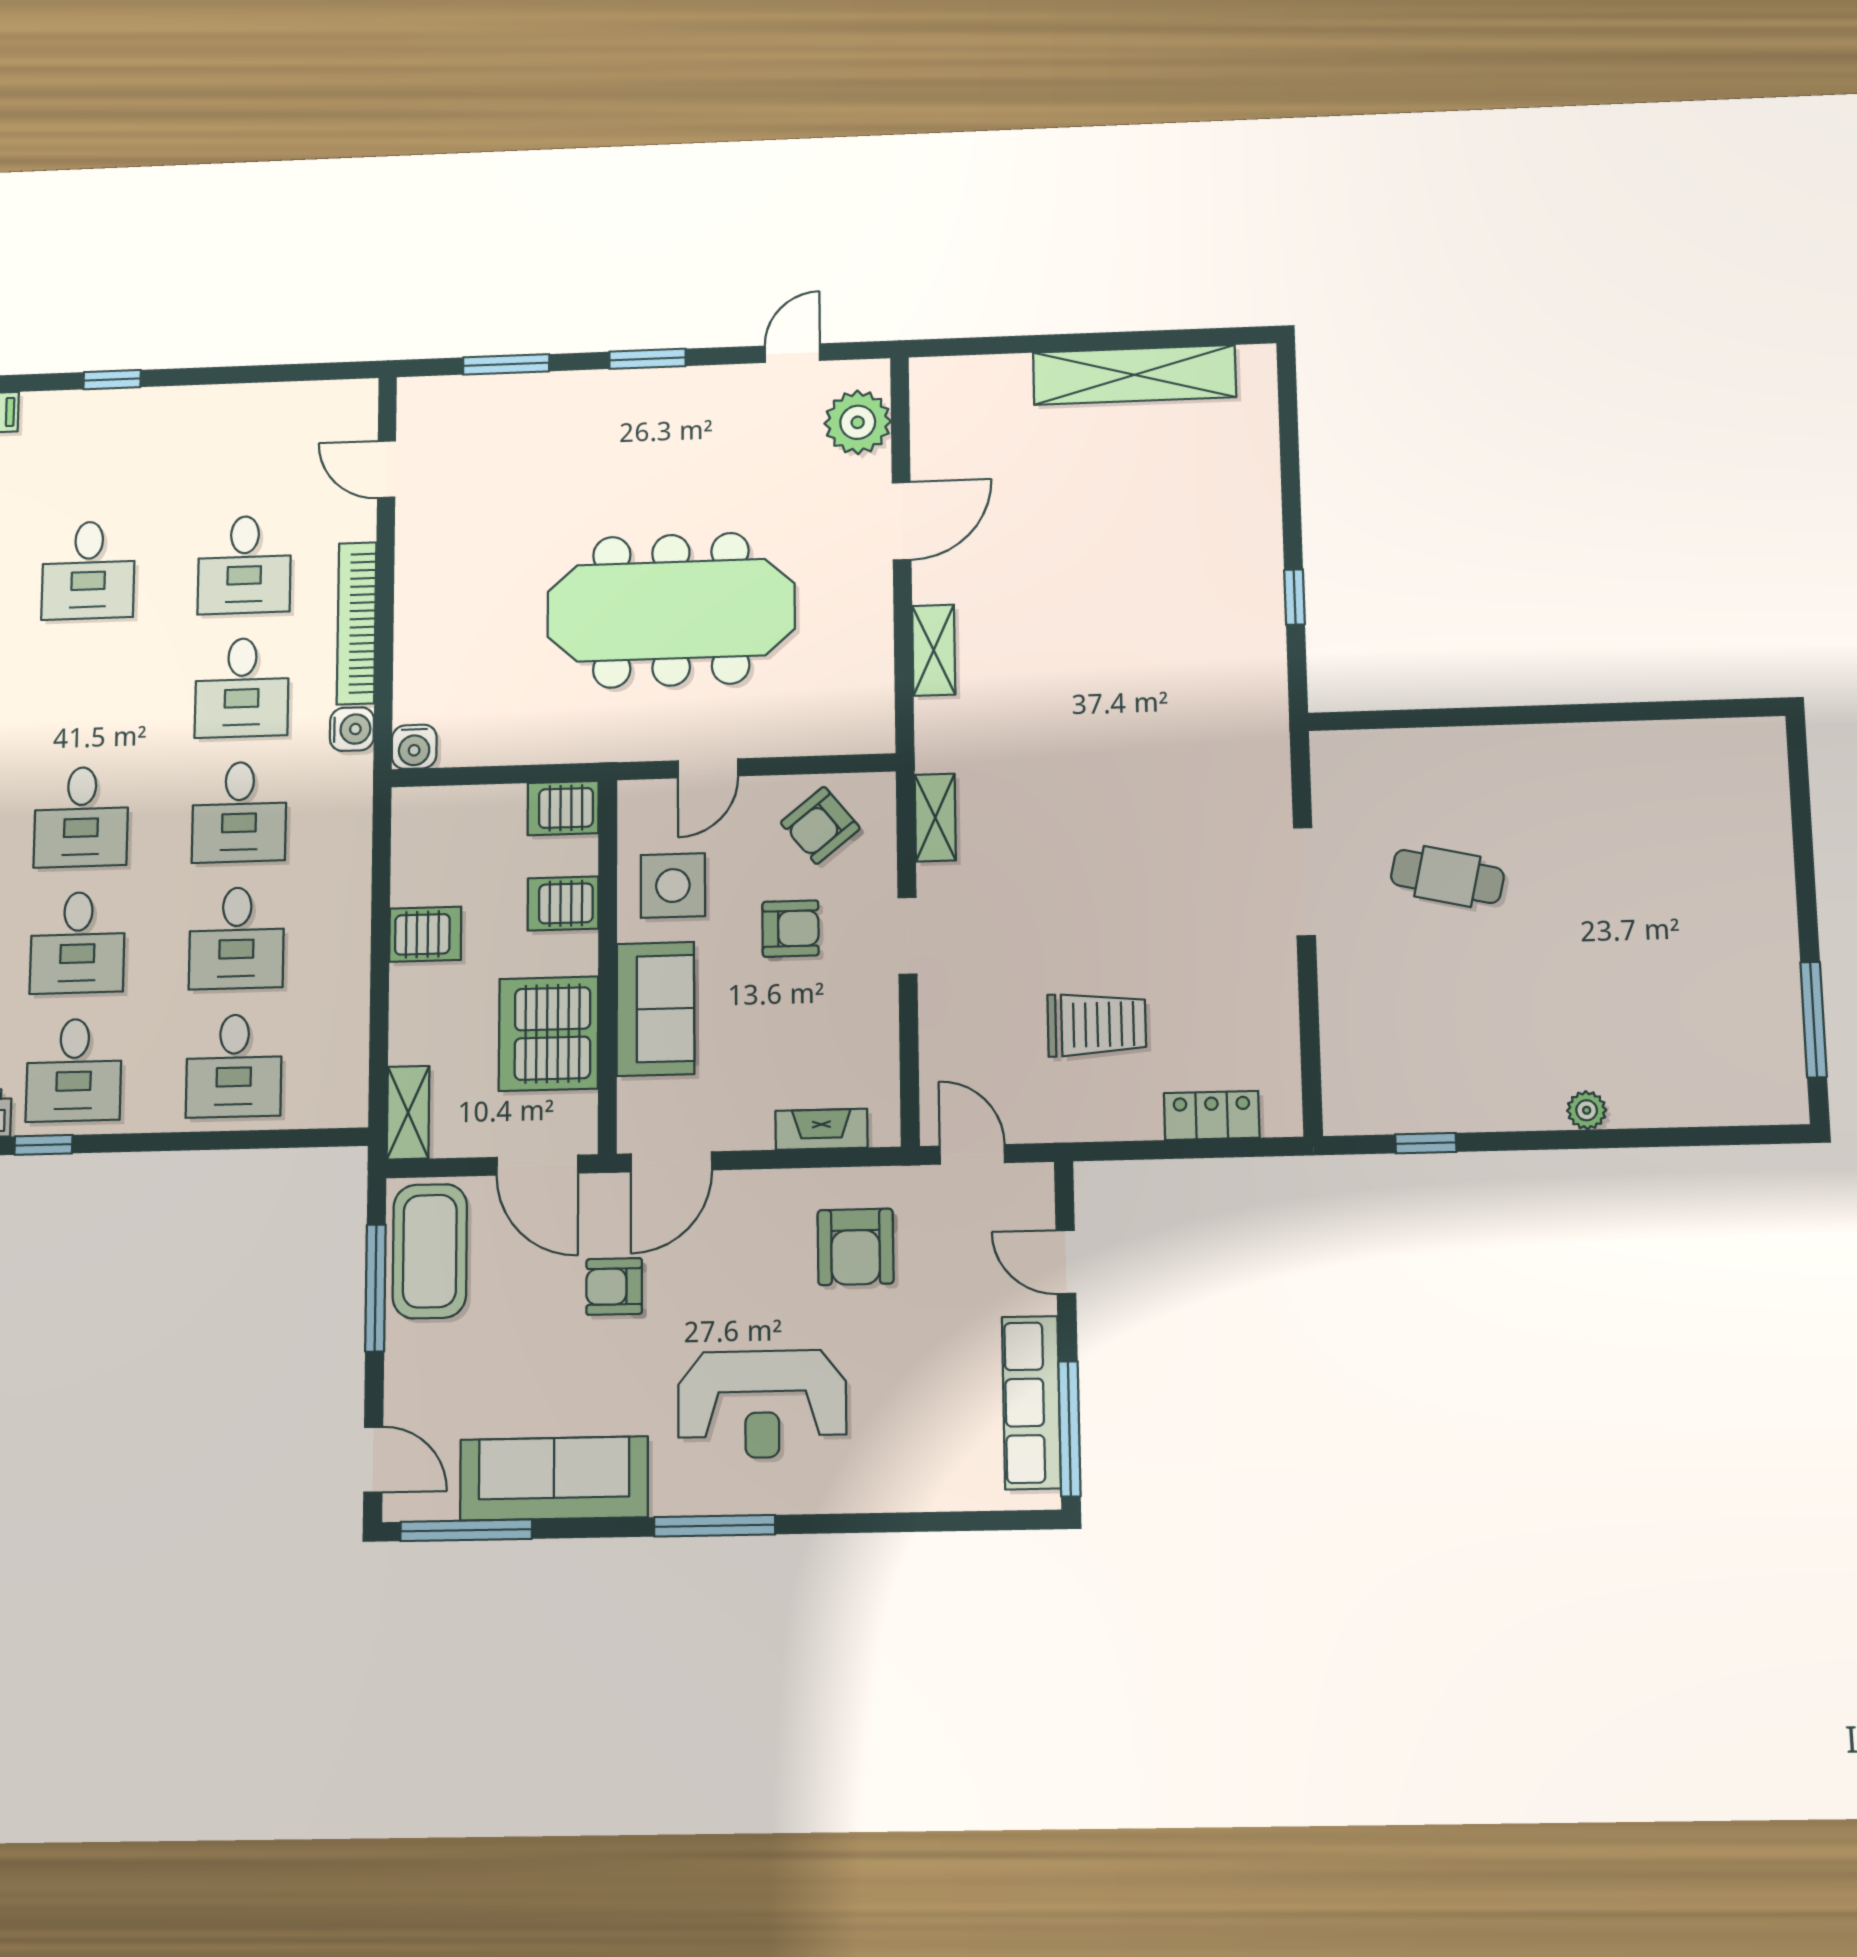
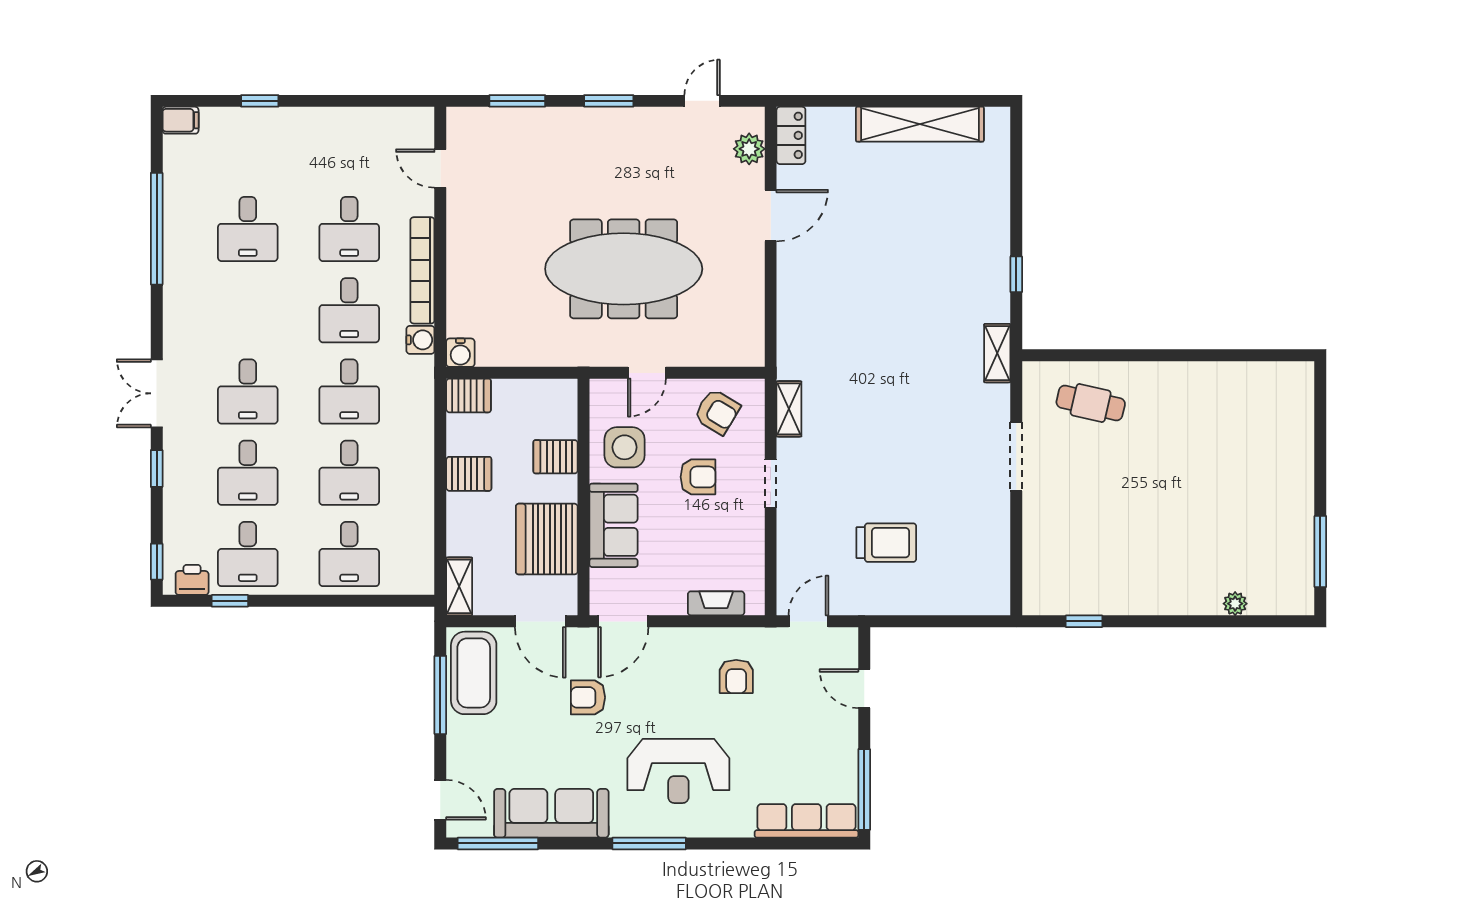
plant: (858, 422) -> (749, 149), width x0.73, depth x0.73
shelving: (934, 650) -> (997, 353), moved
server rack: (563, 808) -> (468, 395), moved, turned 180
armchair: (820, 825) -> (717, 412), turned -110
cafe table: (1447, 876) -> (1091, 403), moved
plant: (1587, 1110) -> (1235, 604), moved
locker: (1212, 1115) -> (791, 135), moved, turned 90
door: (972, 1154) -> (808, 621), hinge flipped
armchair: (855, 1247) -> (736, 676), width x0.72, depth x0.72
row of seats: (1031, 1402) -> (806, 821), moved, turned 90

